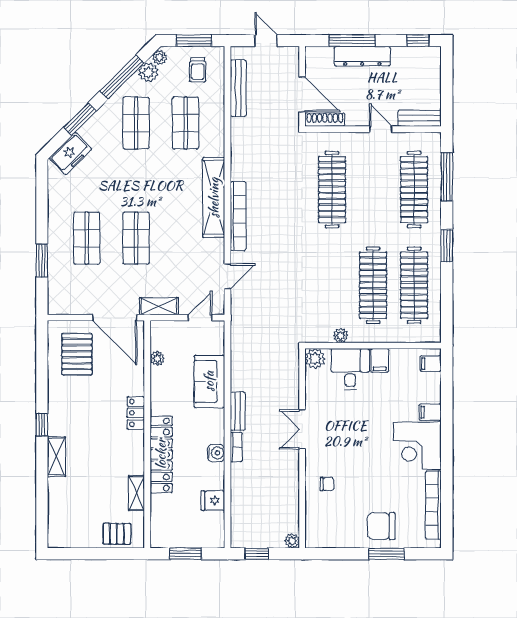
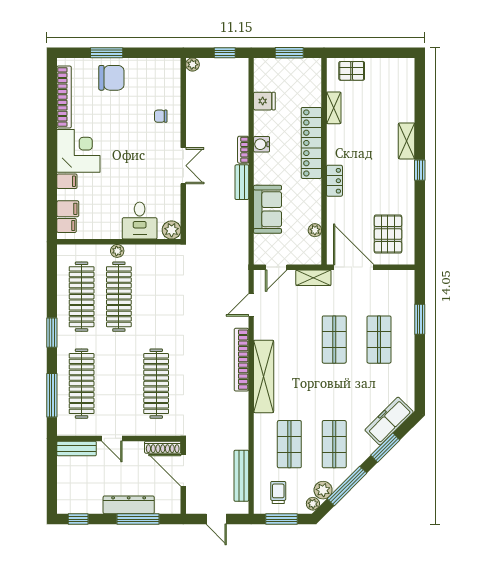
freezer: (70, 154) -> (389, 421), width x1.40
plant: (341, 336) -> (117, 251), moved
filing cabinet: (380, 360) -> (68, 209), moved, turned 90

